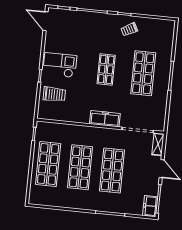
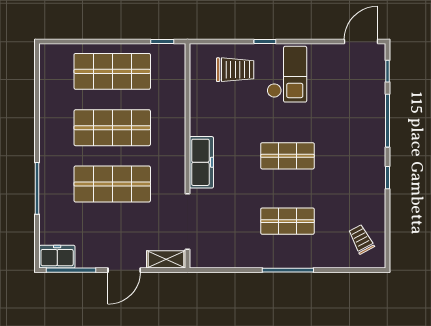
trolley: (129, 29) -> (361, 239), moved
shop shelf: (143, 73) -> (287, 221), width x0.70, depth x0.74
trolley: (54, 94) -> (235, 70), turned -90

